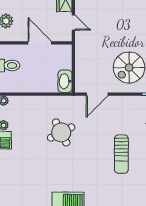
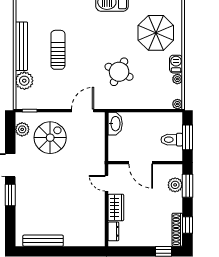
round table: (61, 132) -> (119, 72), turned -37
parasol: (25, 171) -> (156, 33), added

